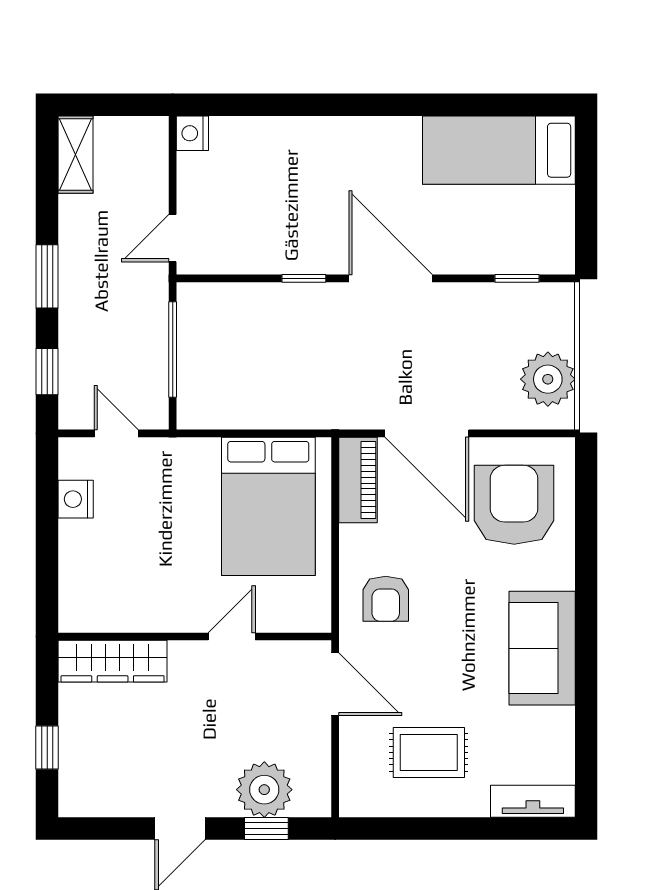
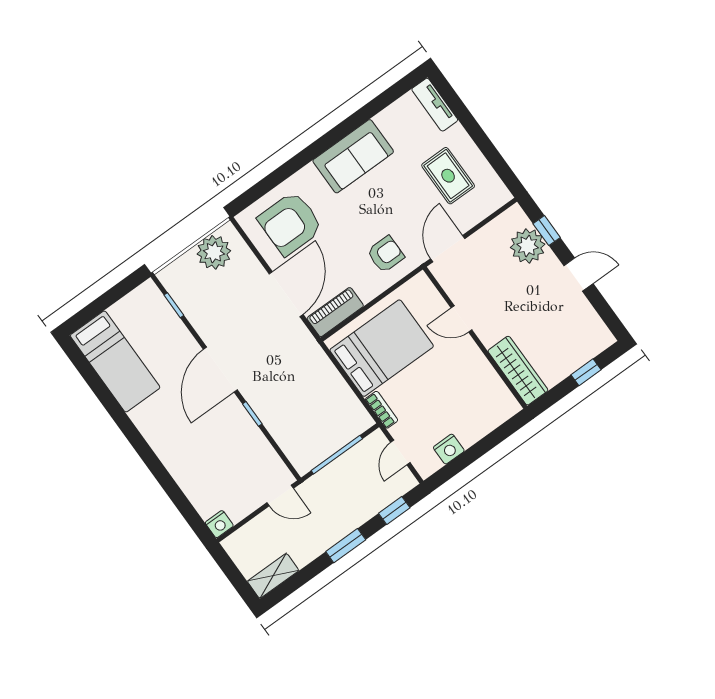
bookcase: (189, 449) -> (382, 410), added

